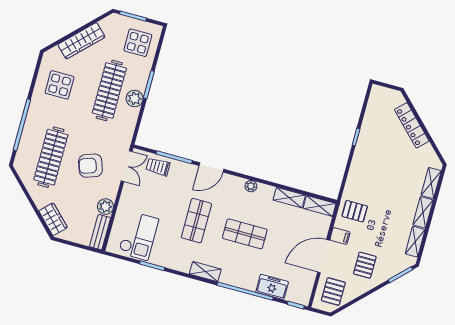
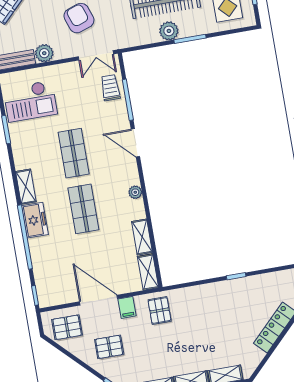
shop shelf: (196, 221) -> (74, 153), turned 90
freezer: (272, 287) -> (35, 220), moved

